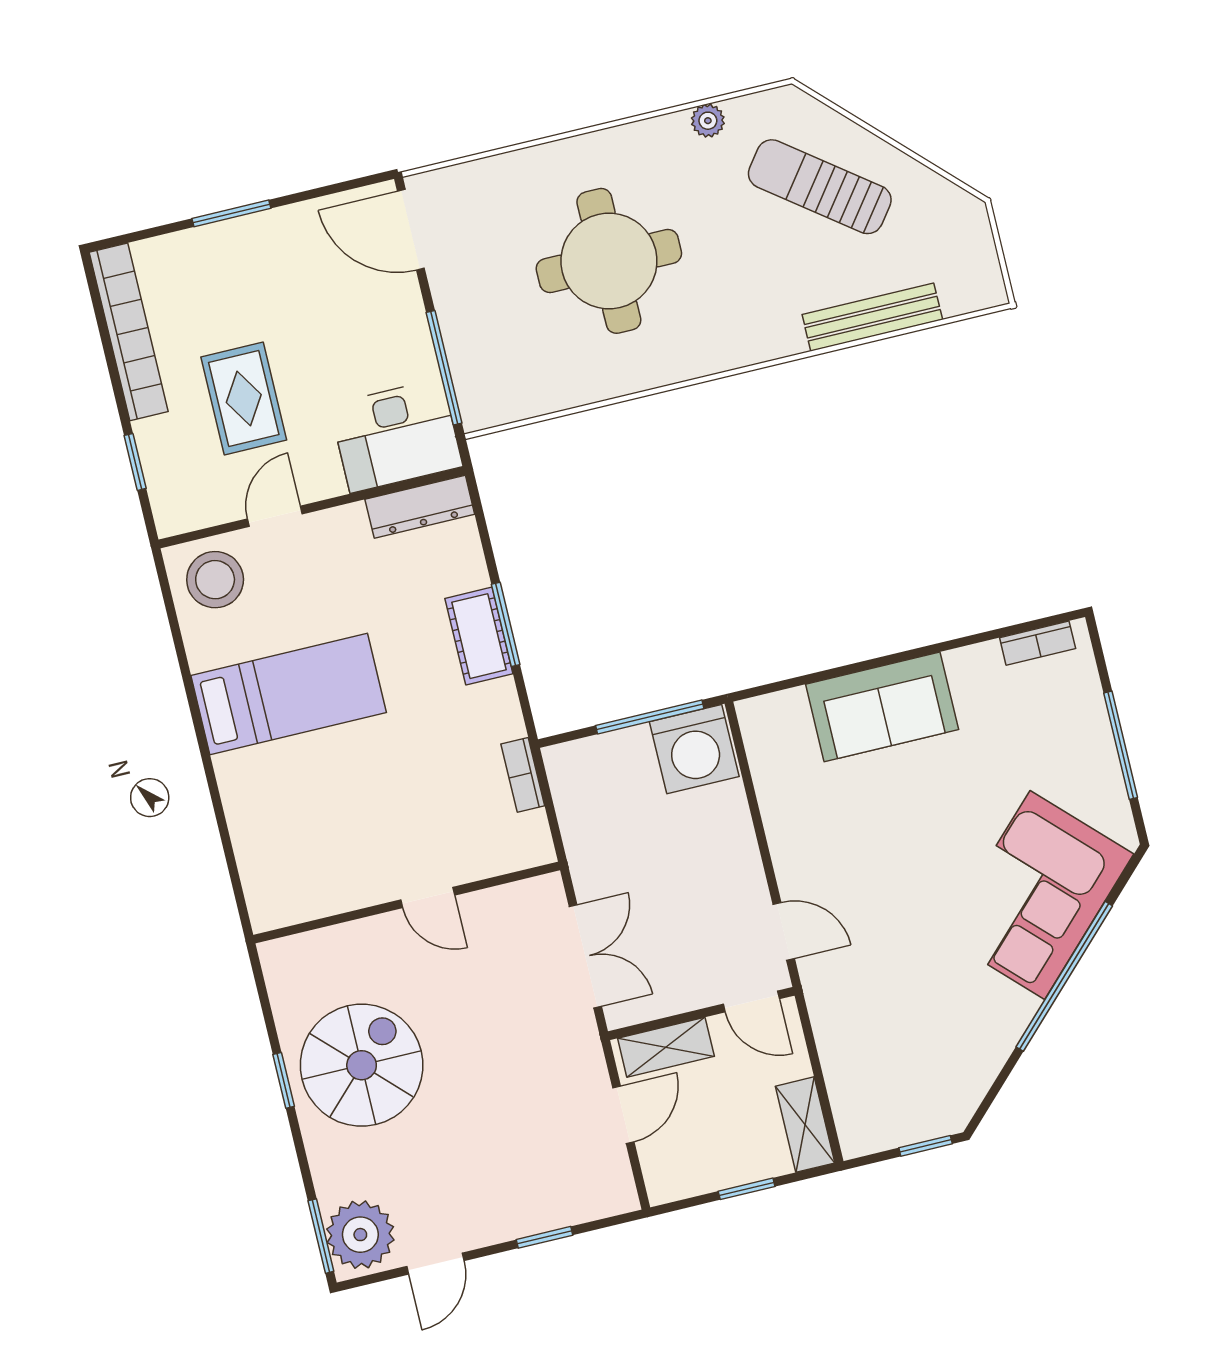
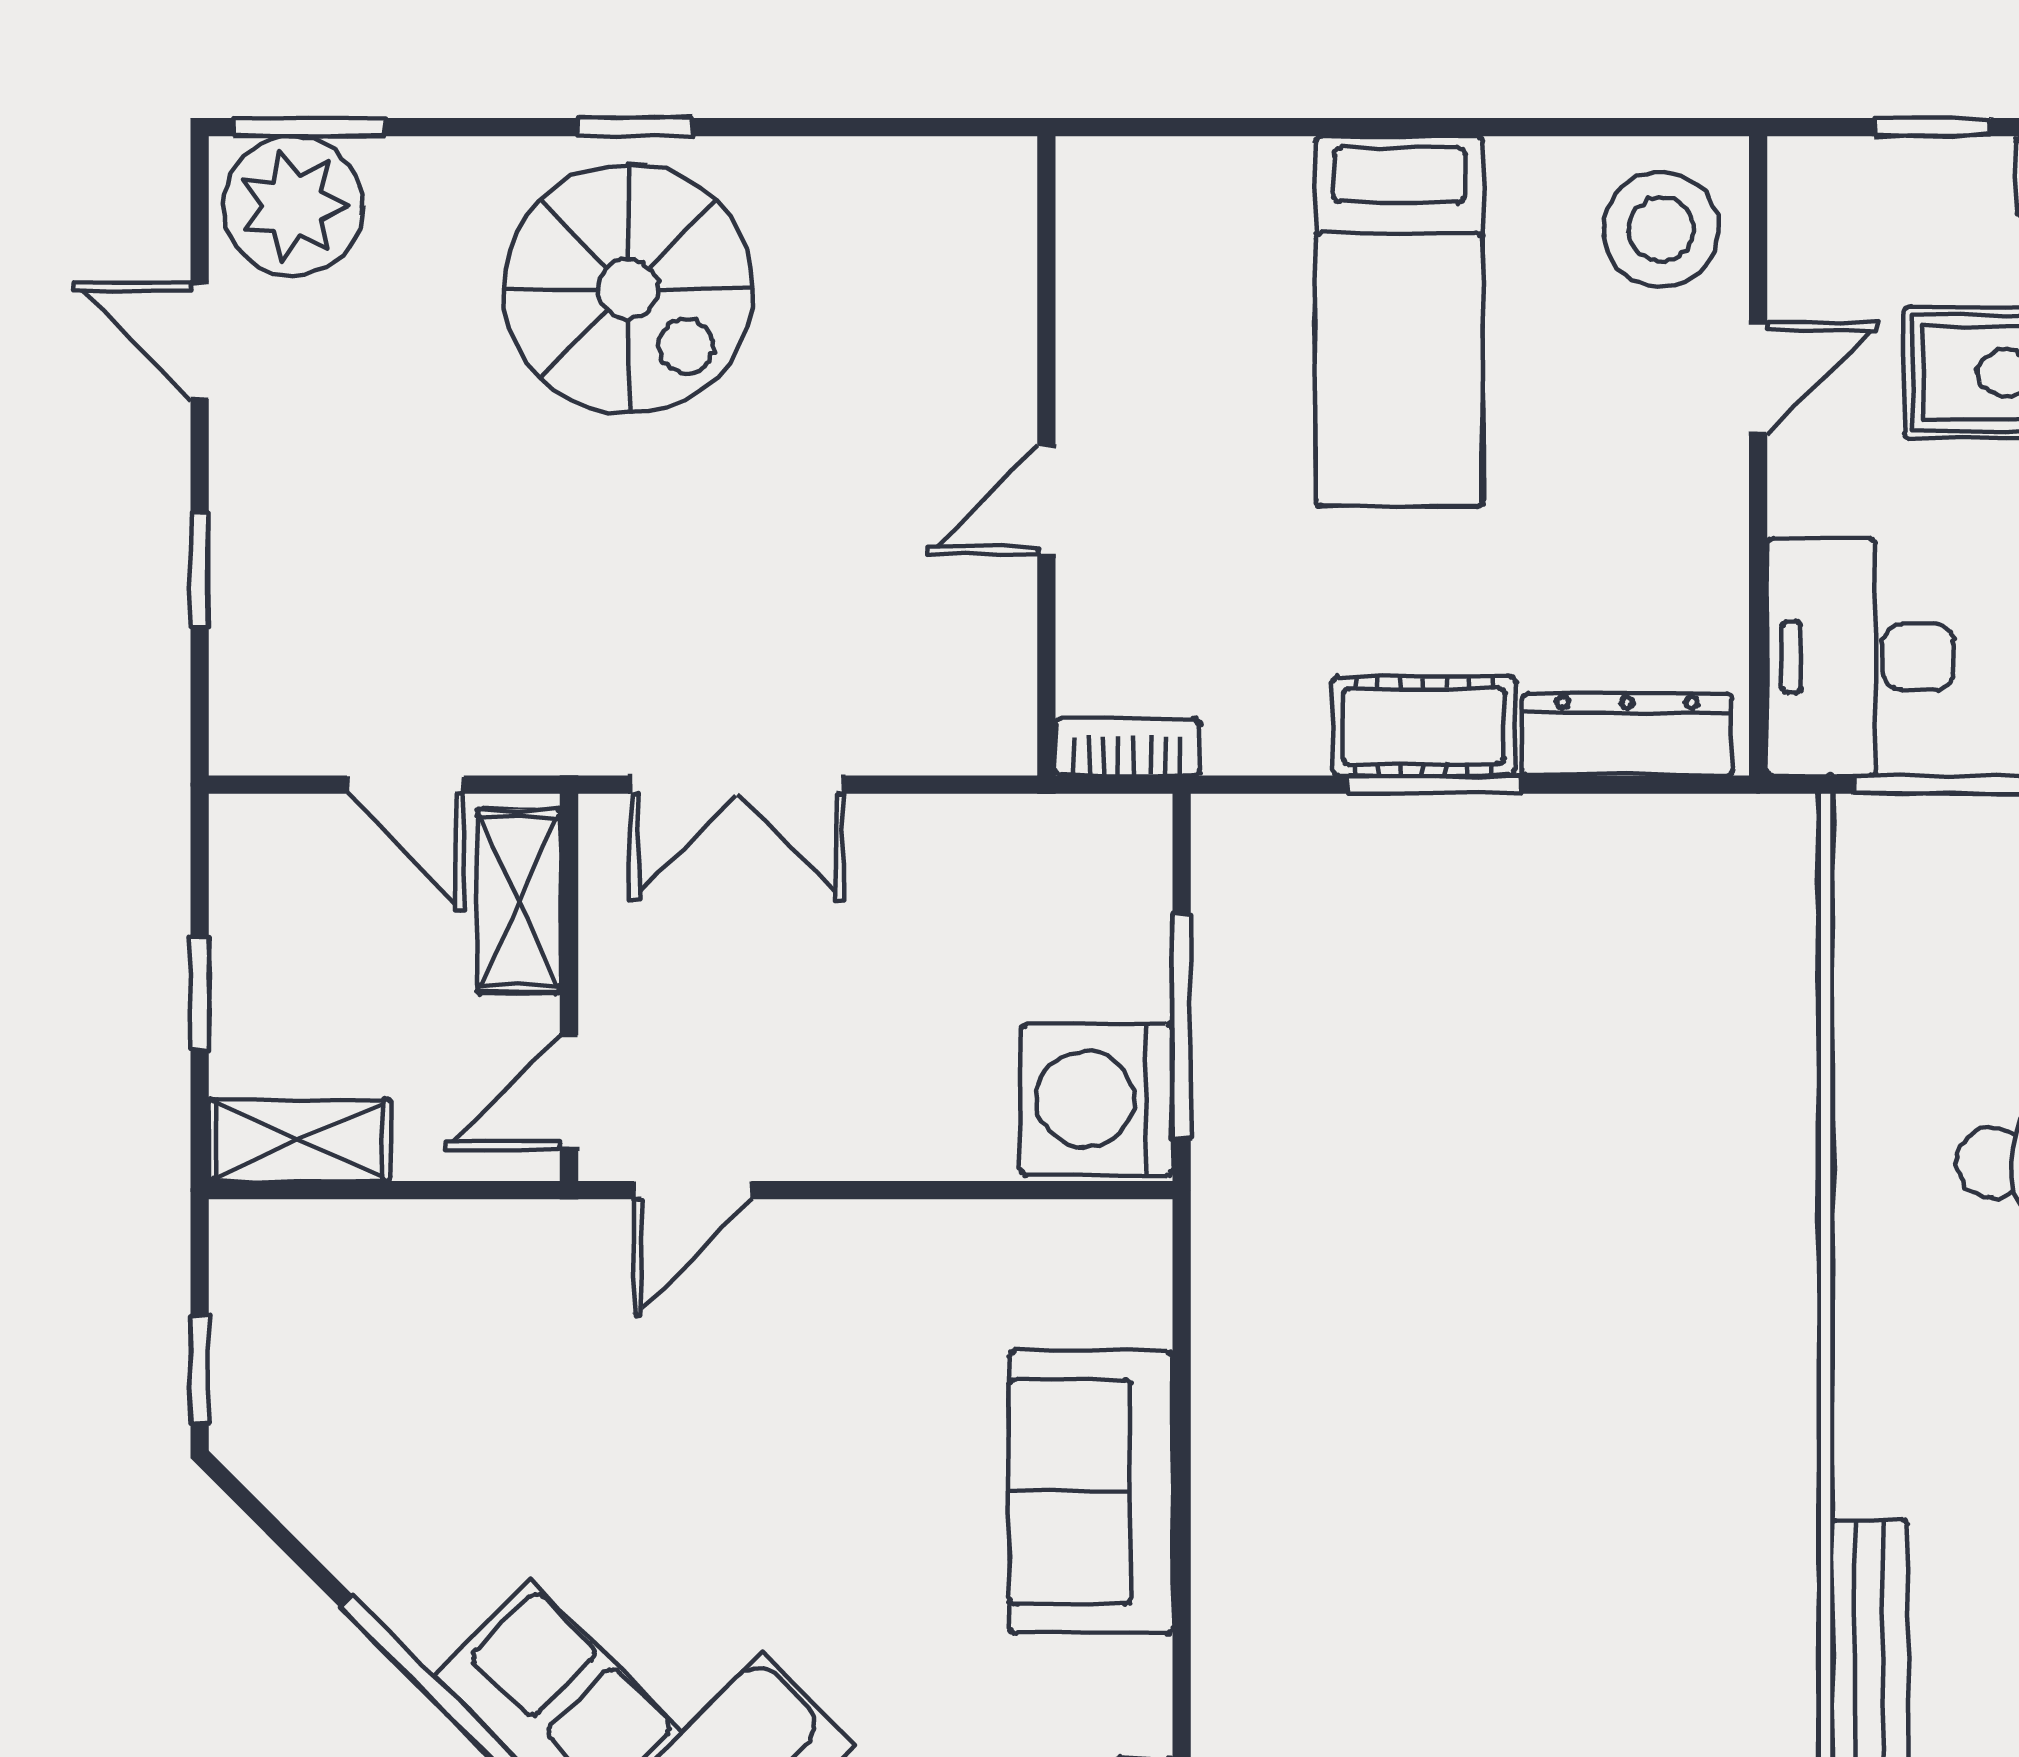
dresser: (420, 507) -> (1627, 734), moved, turned 90
door: (275, 516) -> (1758, 378), hinge flipped
door: (428, 897) -> (1046, 500), moved
wall: (407, 903) -> (1046, 456), moved

